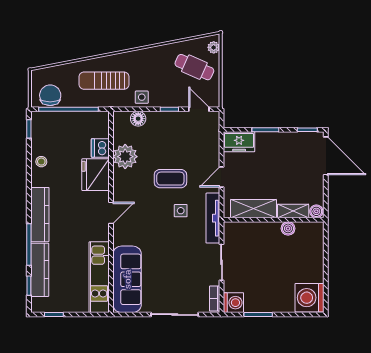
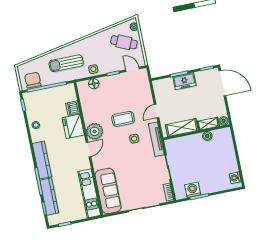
freezer: (239, 142) -> (184, 81), moved
plant: (125, 157) -> (95, 131), moved
washing machine: (310, 298) -> (235, 178), width x0.53, depth x0.53
washing machine: (233, 303) -> (193, 190), moved, turned -90

